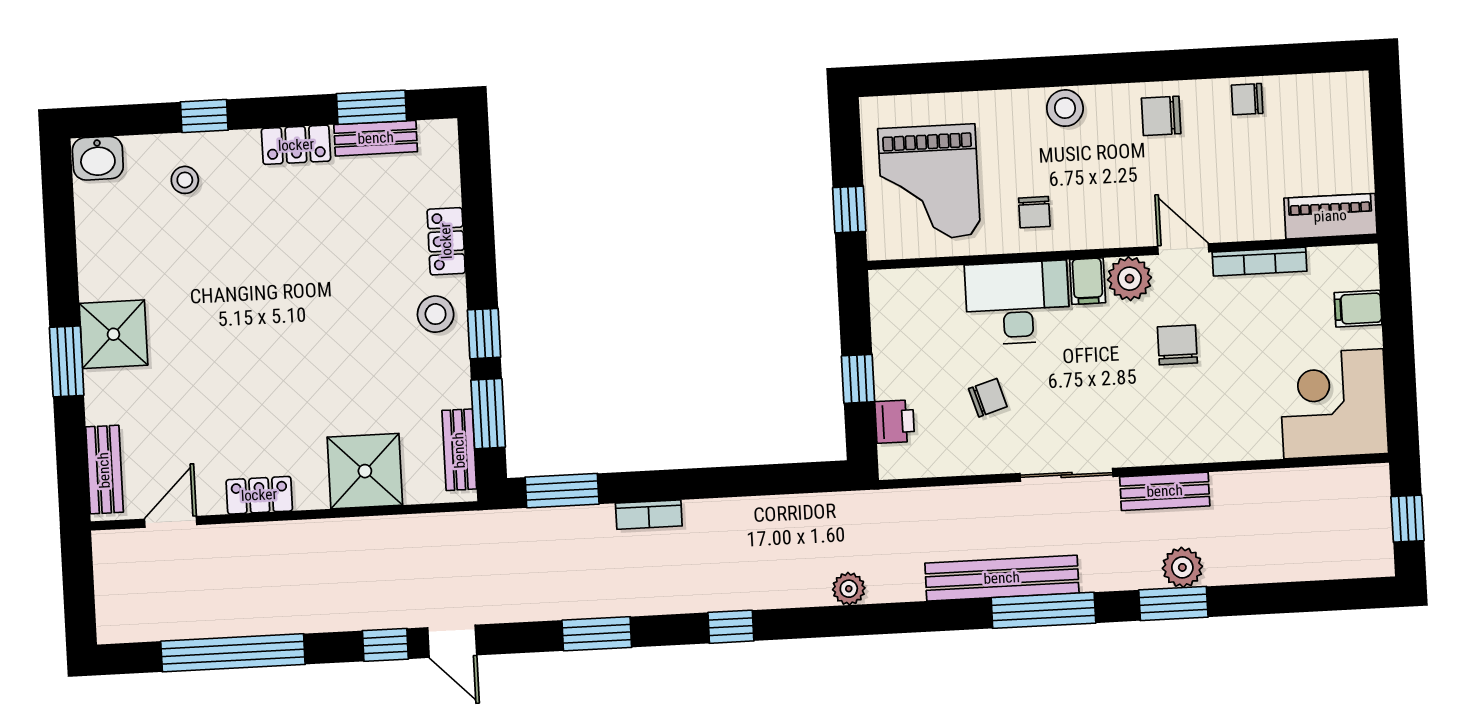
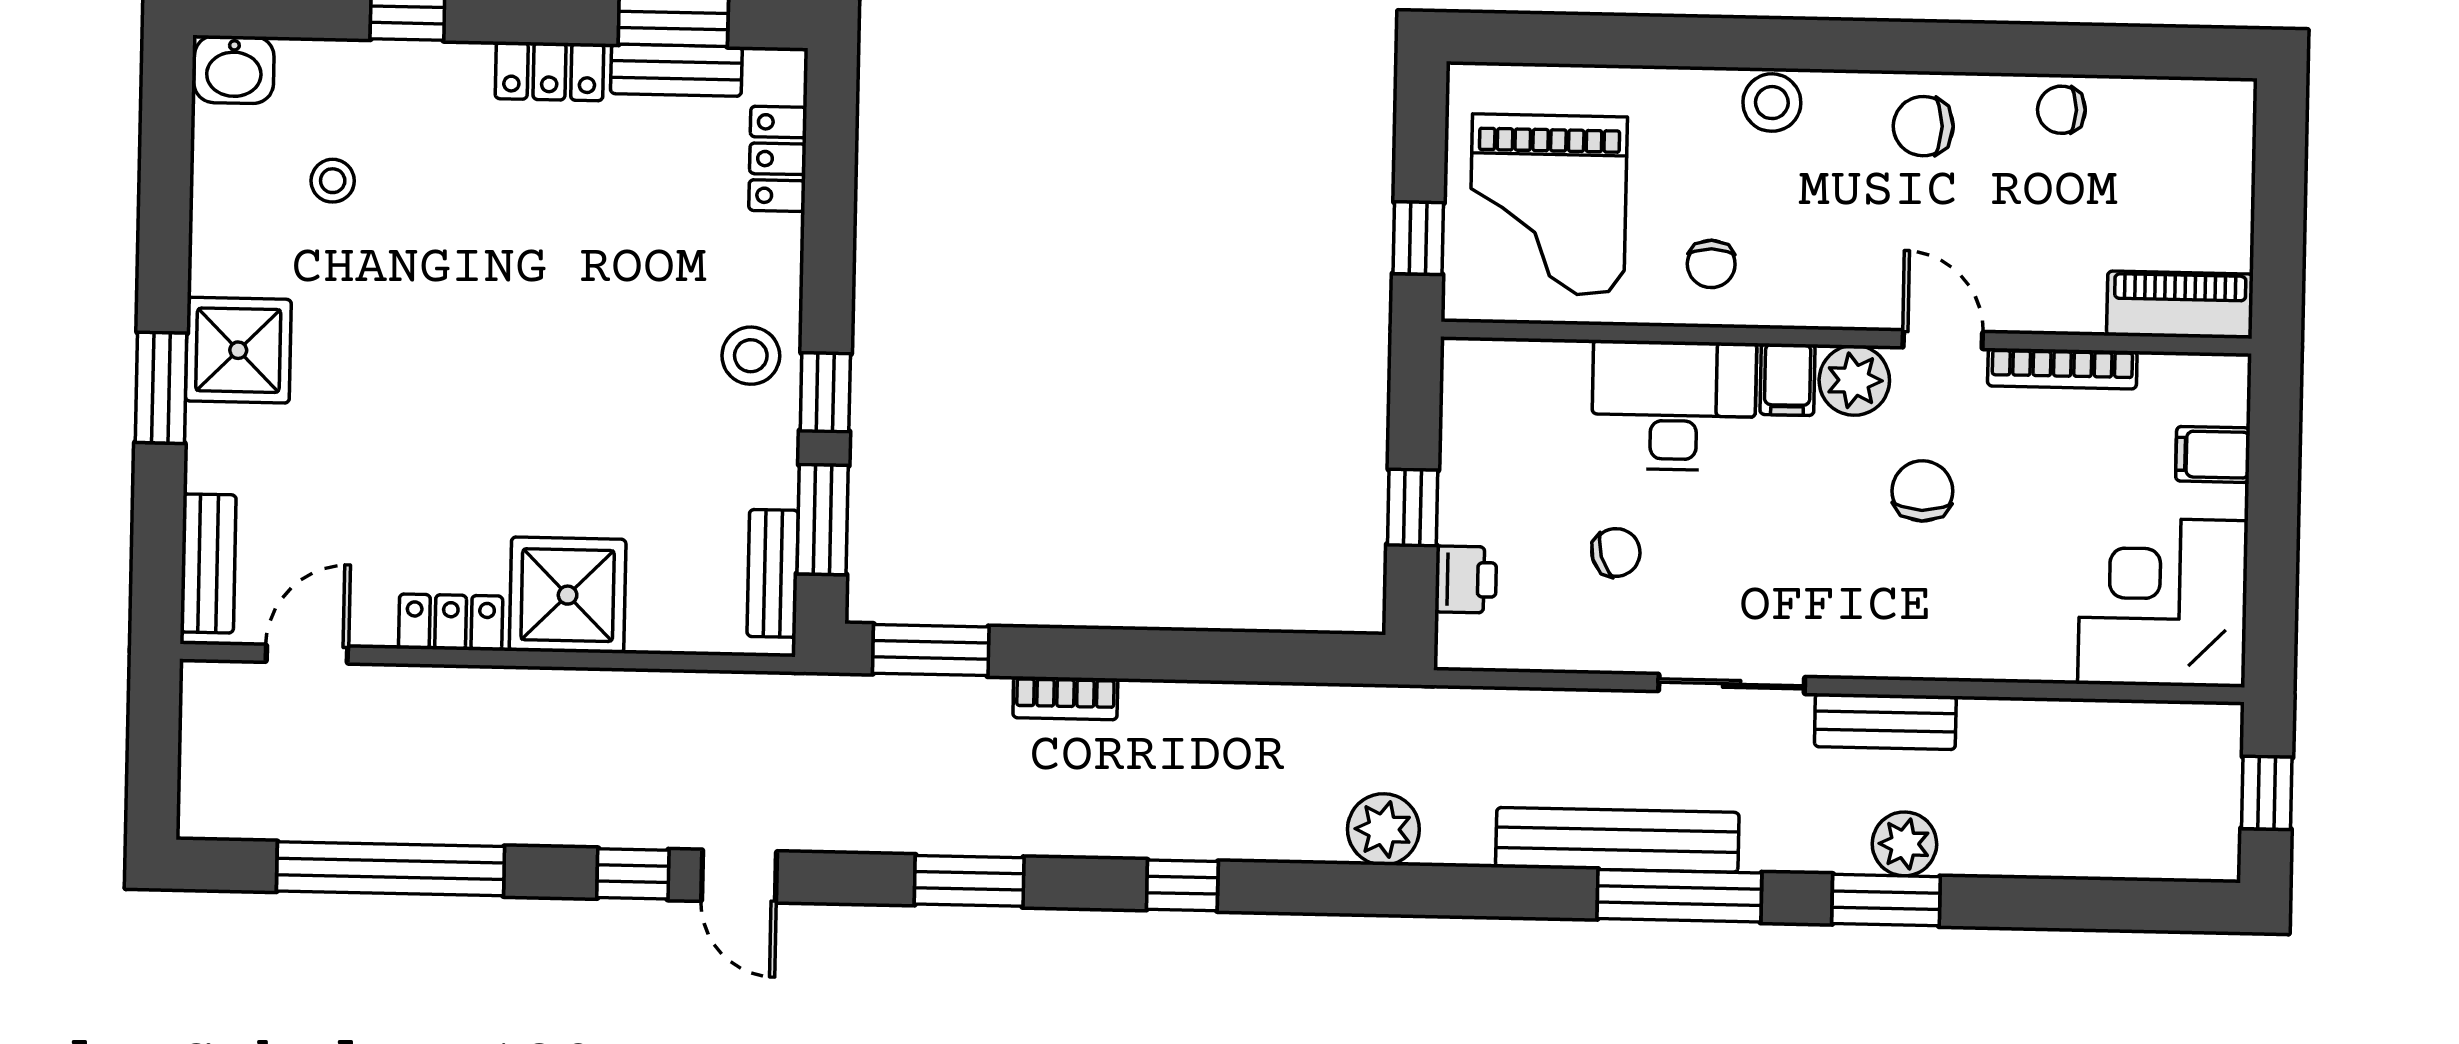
stool: (185, 180) -> (333, 181), moved
locker: (446, 241) -> (778, 159), moved
shower: (365, 471) -> (568, 595), moved
plant: (849, 589) -> (1383, 829), width x1.38, depth x1.38

